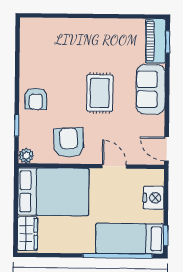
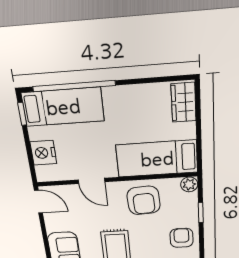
bed: (53, 192) -> (157, 159), width x0.67

